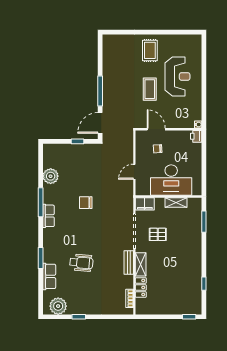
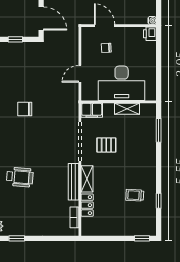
door: (100, 123) -> (41, 19), swing flipped
bench: (129, 263) -> (73, 182), width x1.36
trolley: (183, 279) -> (135, 195), added

